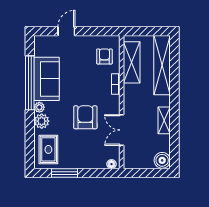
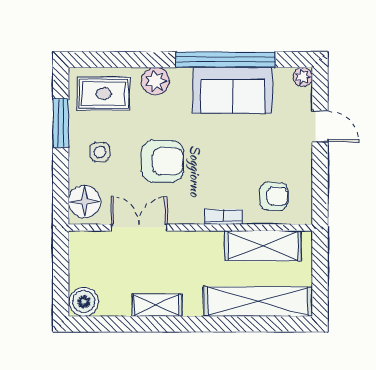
plant: (39, 107) -> (303, 77), moved
side table: (80, 152) -> (100, 152), added
floor lamp: (111, 164) -> (84, 201), width x1.89, depth x1.89

